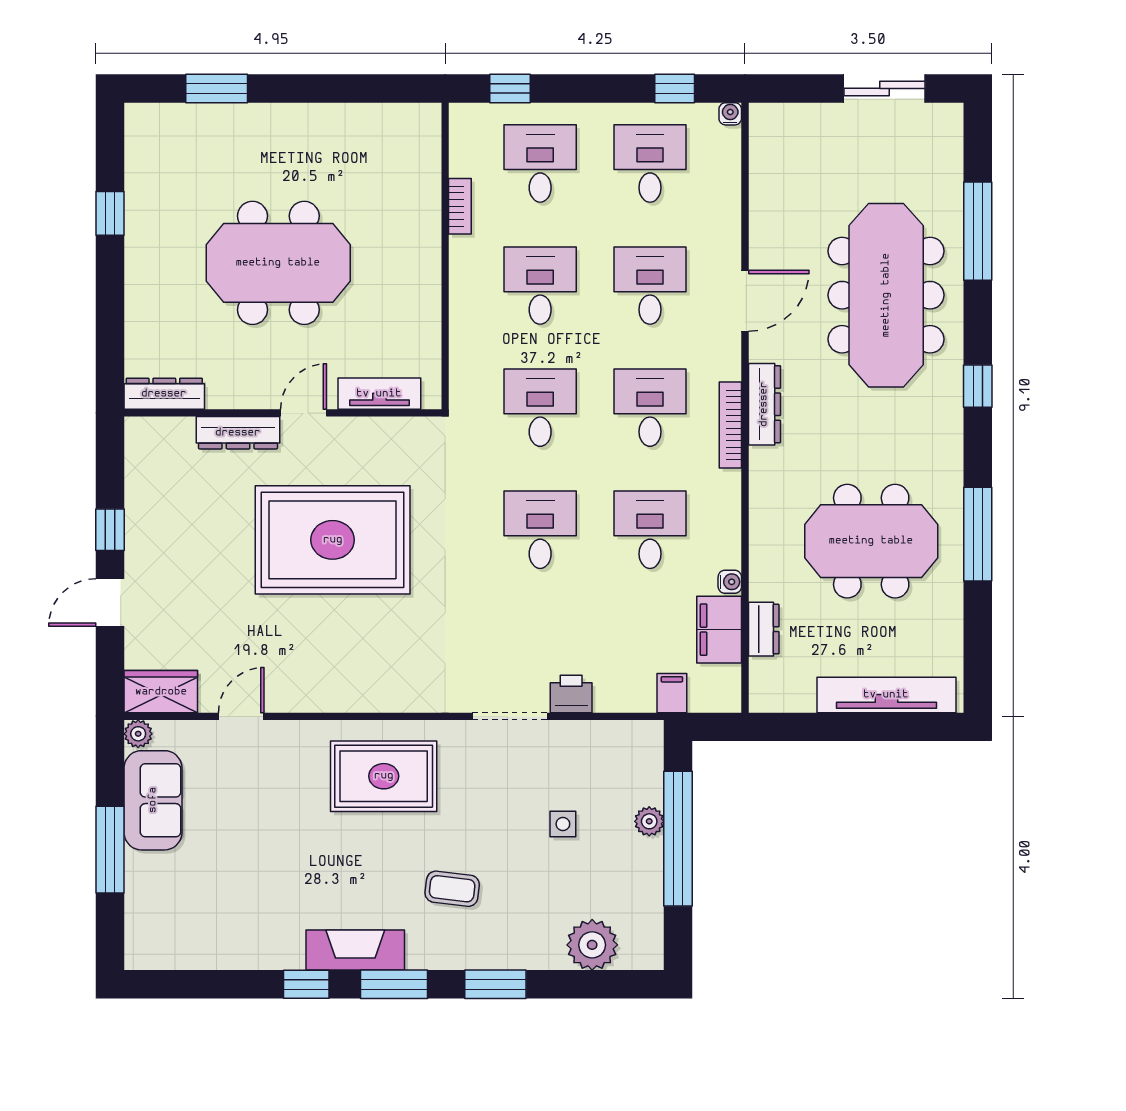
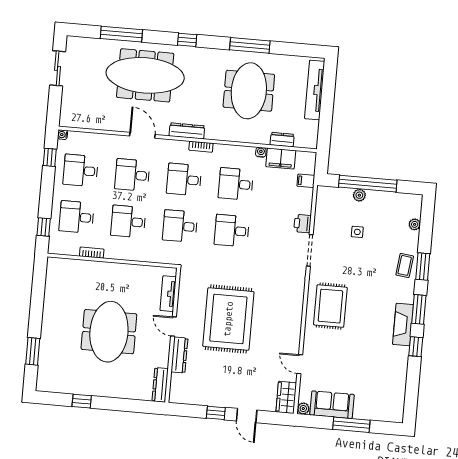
bookcase: (730, 425) -> (201, 147), width x0.64
coffee table: (452, 889) -> (405, 265), moved
plant: (592, 945) -> (415, 224), width x0.53, depth x0.53

